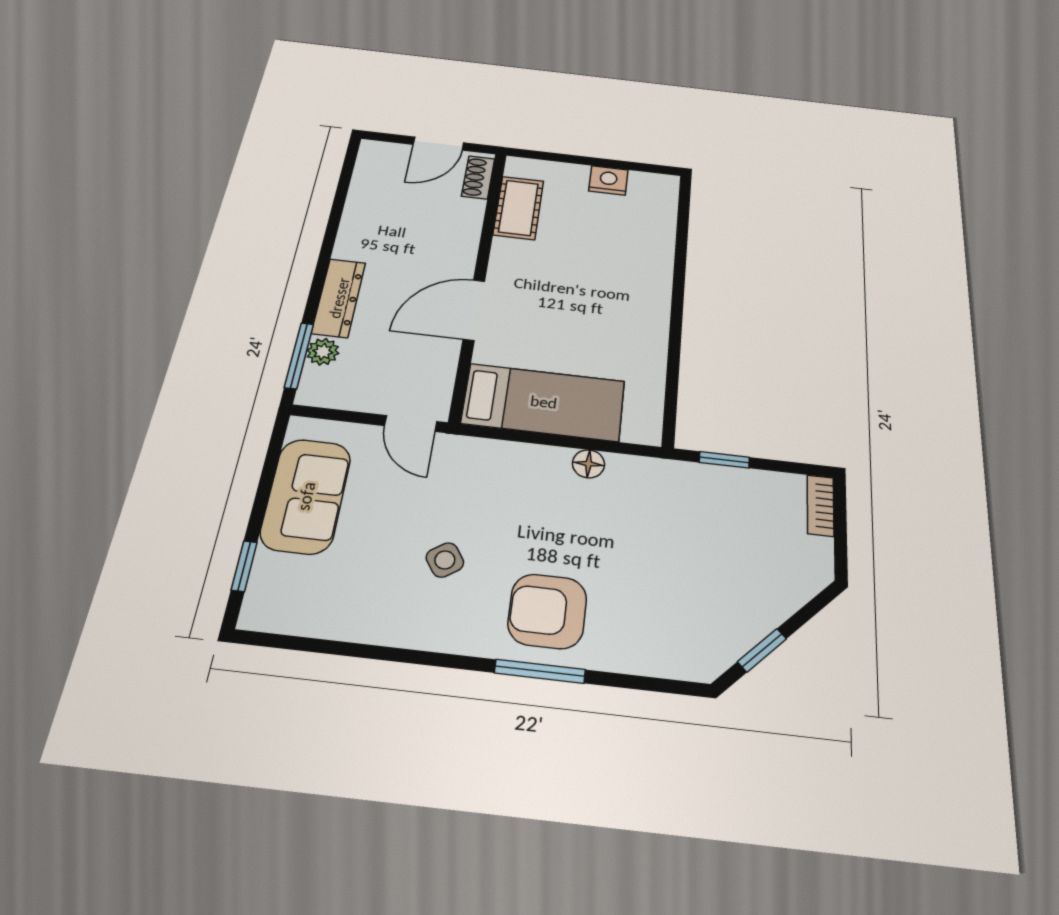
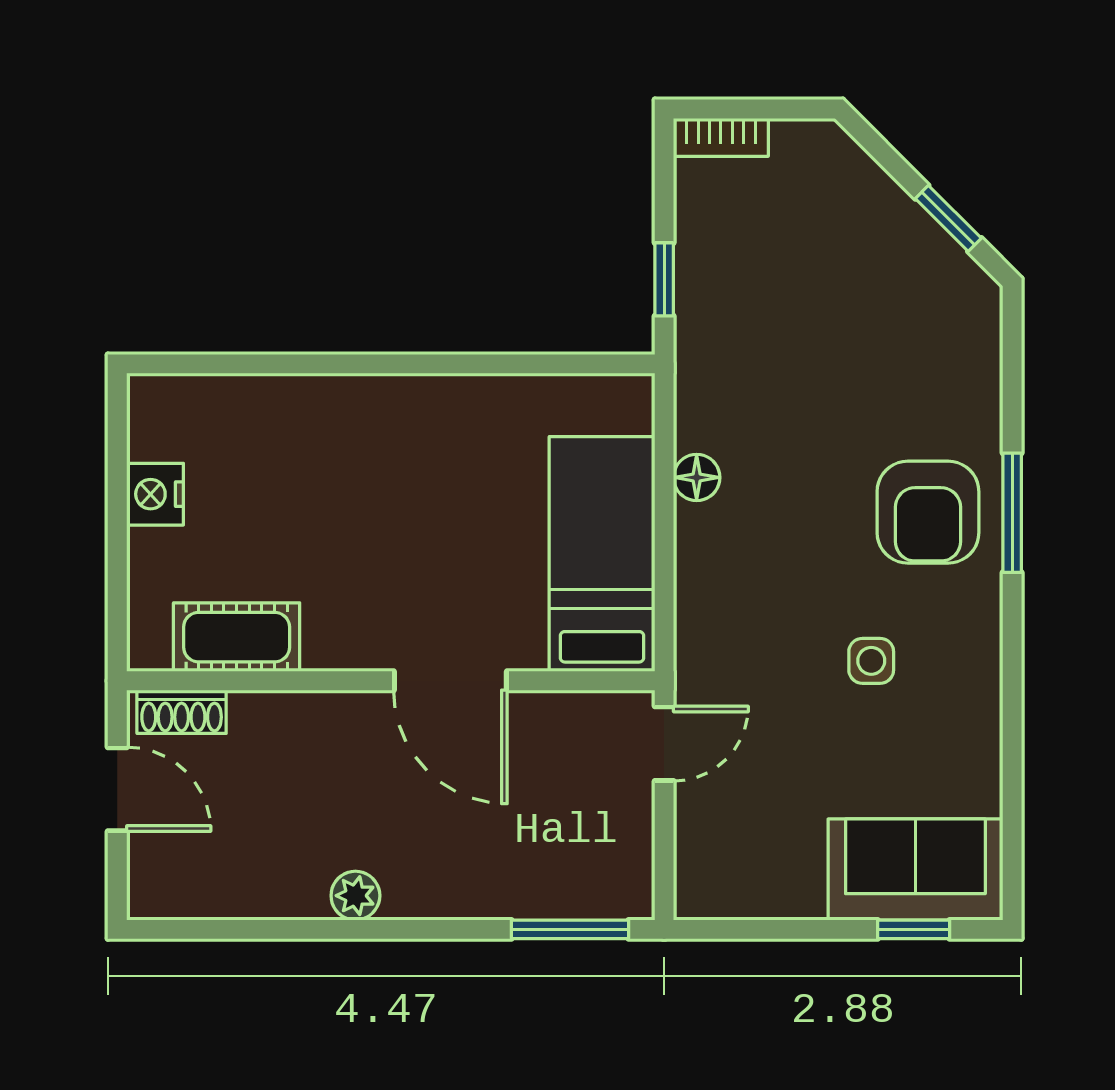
dresser: (339, 298) -> (457, 892), removed
plant: (323, 352) -> (355, 896), moved
sofa: (306, 496) -> (915, 869), moved
side table: (445, 560) -> (871, 661), turned 34

